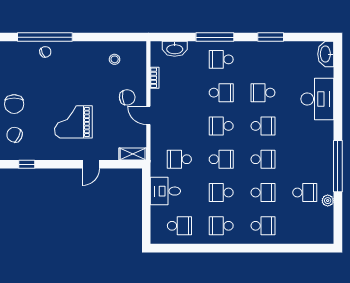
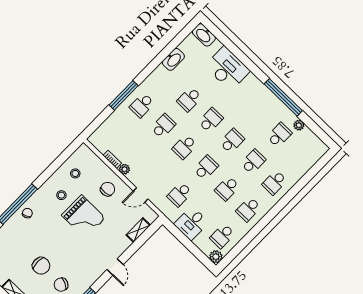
window: (271, 37) -> (158, 60), removed
washbasin: (175, 49) -> (173, 59), moved
stool: (86, 65) -> (61, 195), added
plant: (156, 95) -> (124, 169), added
door: (148, 115) -> (141, 195), moved
grand piano: (73, 122) -> (83, 217), moved, turned -90
shelving: (133, 154) -> (138, 230), moved
door: (91, 164) -> (115, 267), moved
school desk: (179, 226) -> (222, 236), turned 180
school desk: (263, 226) -> (275, 182), turned 180
plant: (158, 237) -> (216, 257), added

